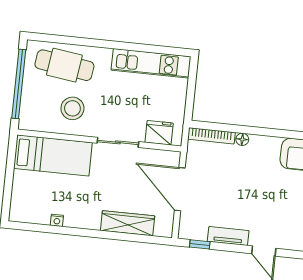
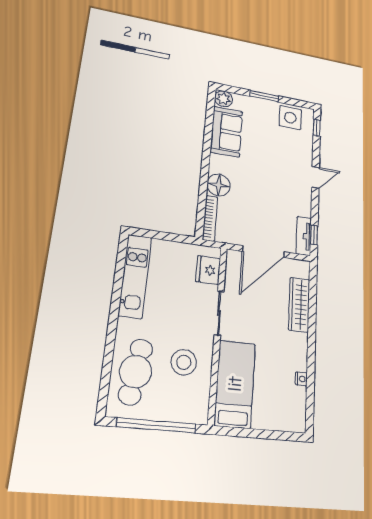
floor lamp: (242, 139) -> (219, 185), width x1.89, depth x1.89
tv unit: (228, 236) -> (304, 236), moved

